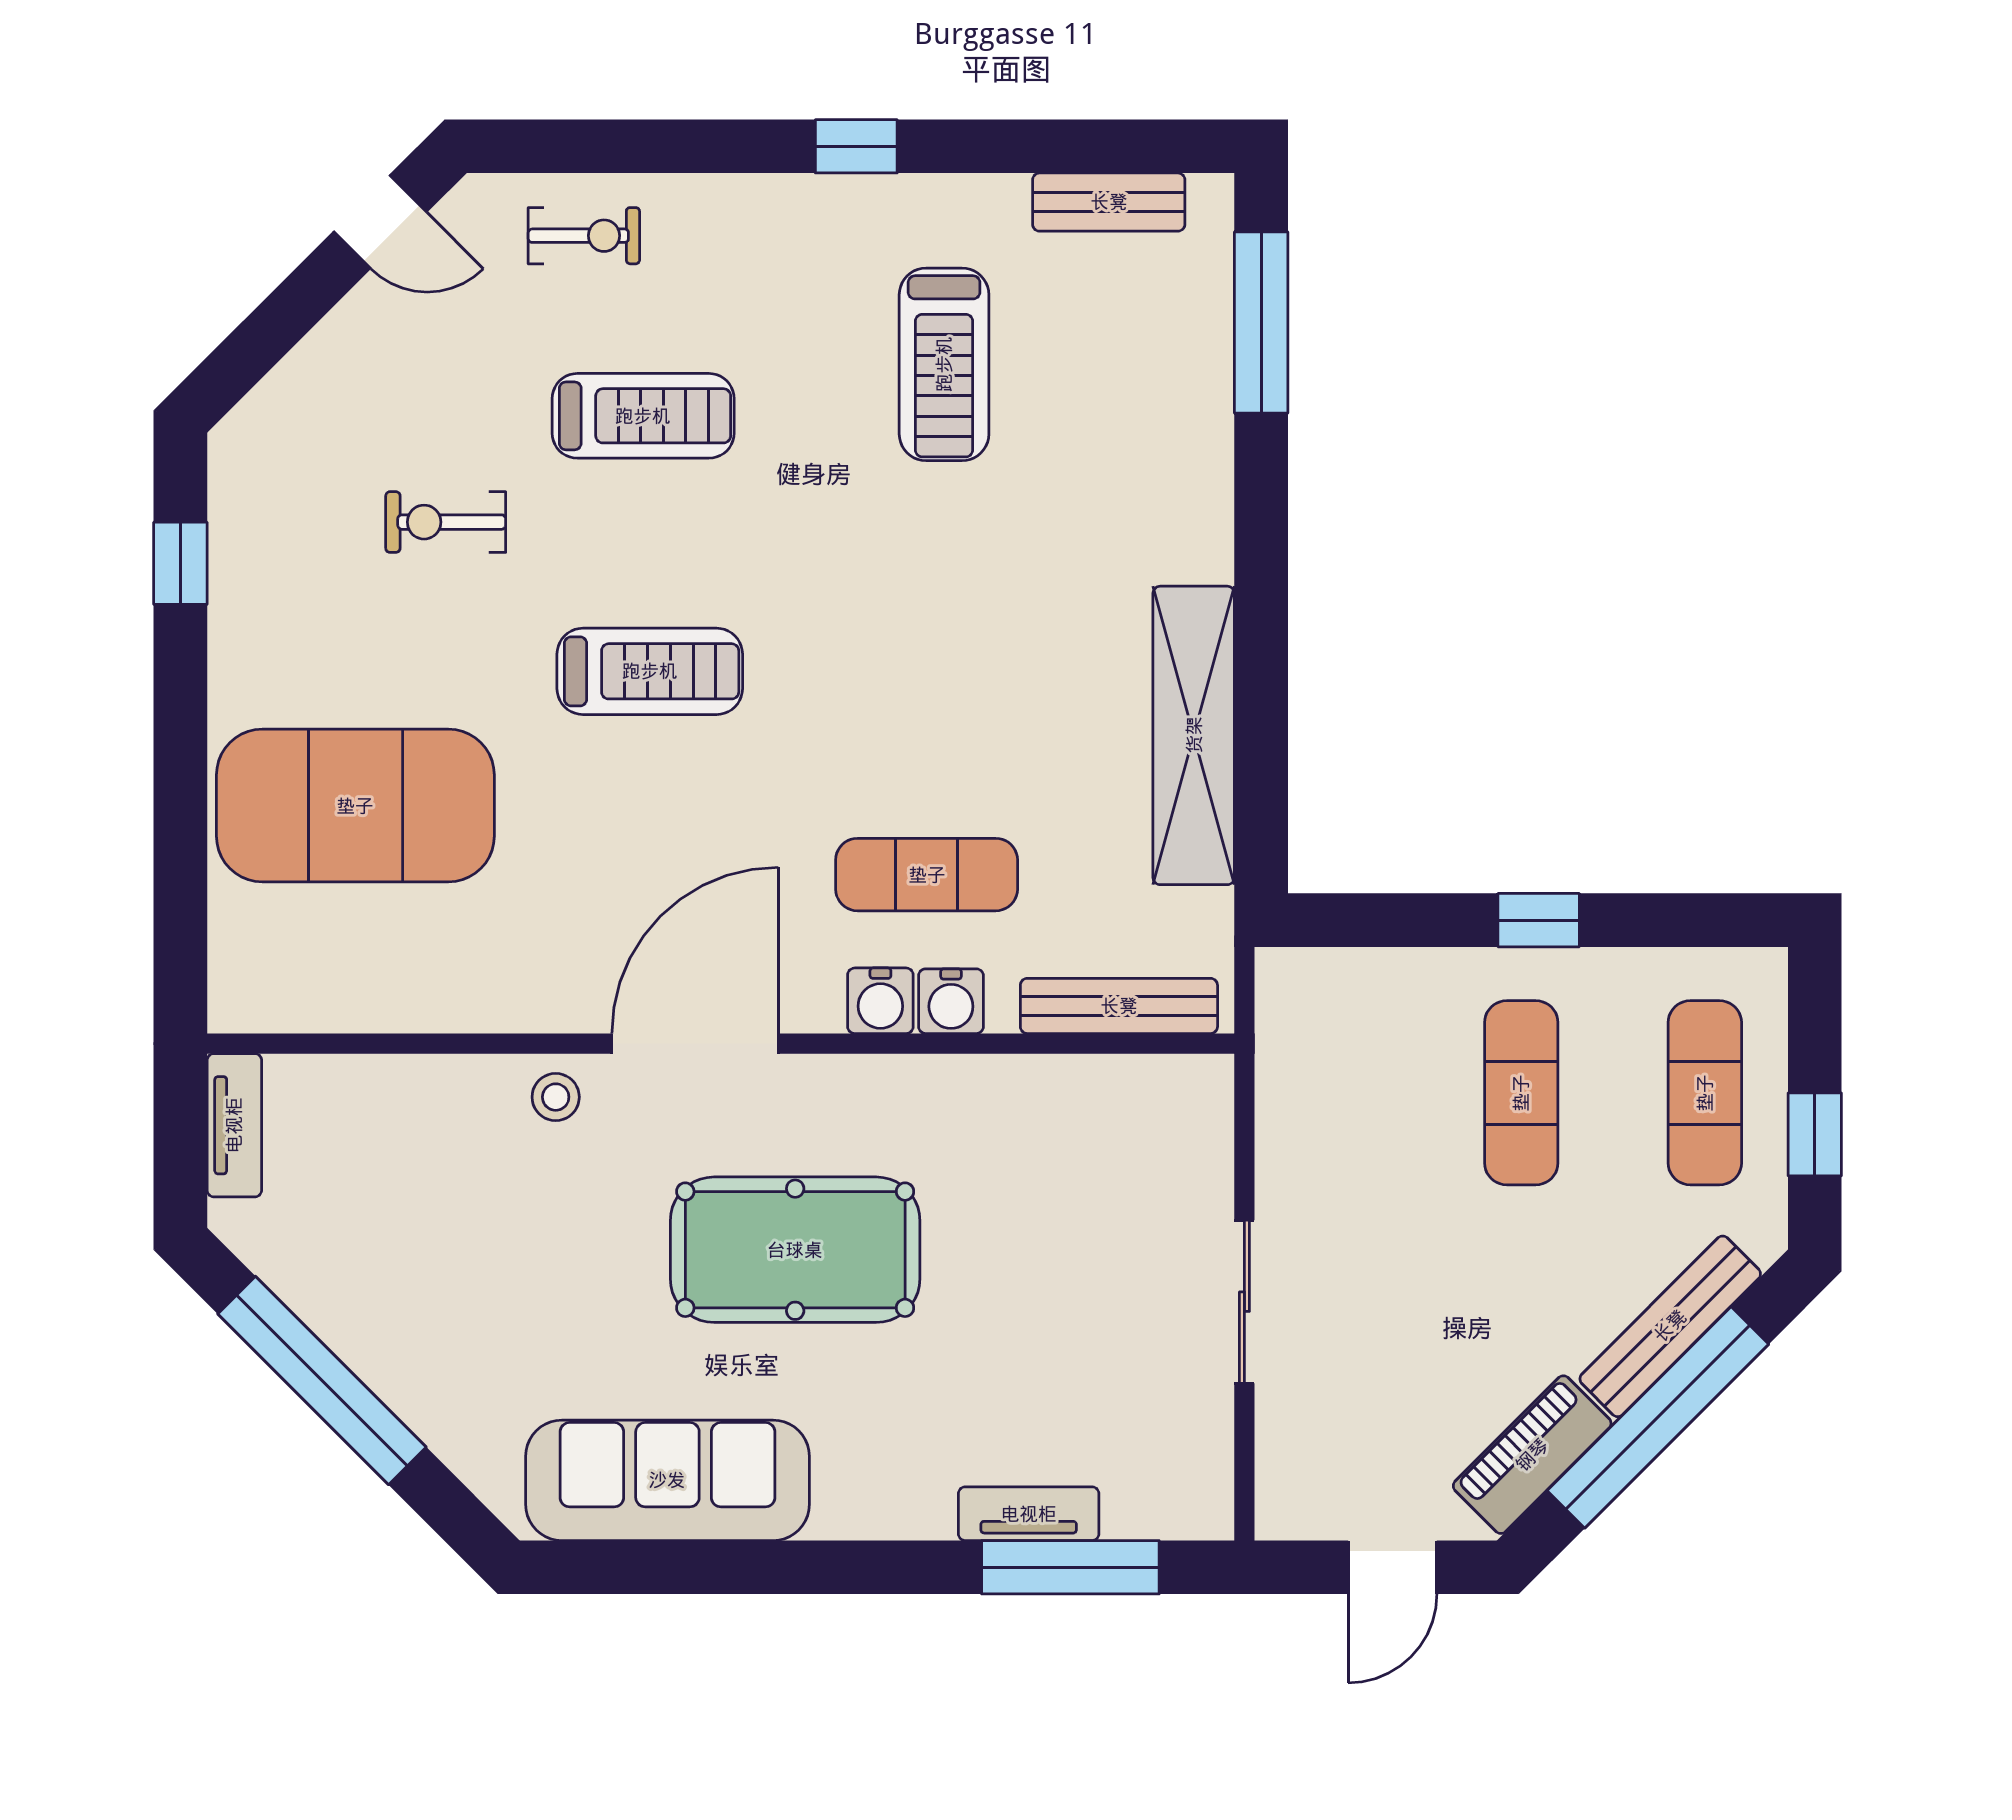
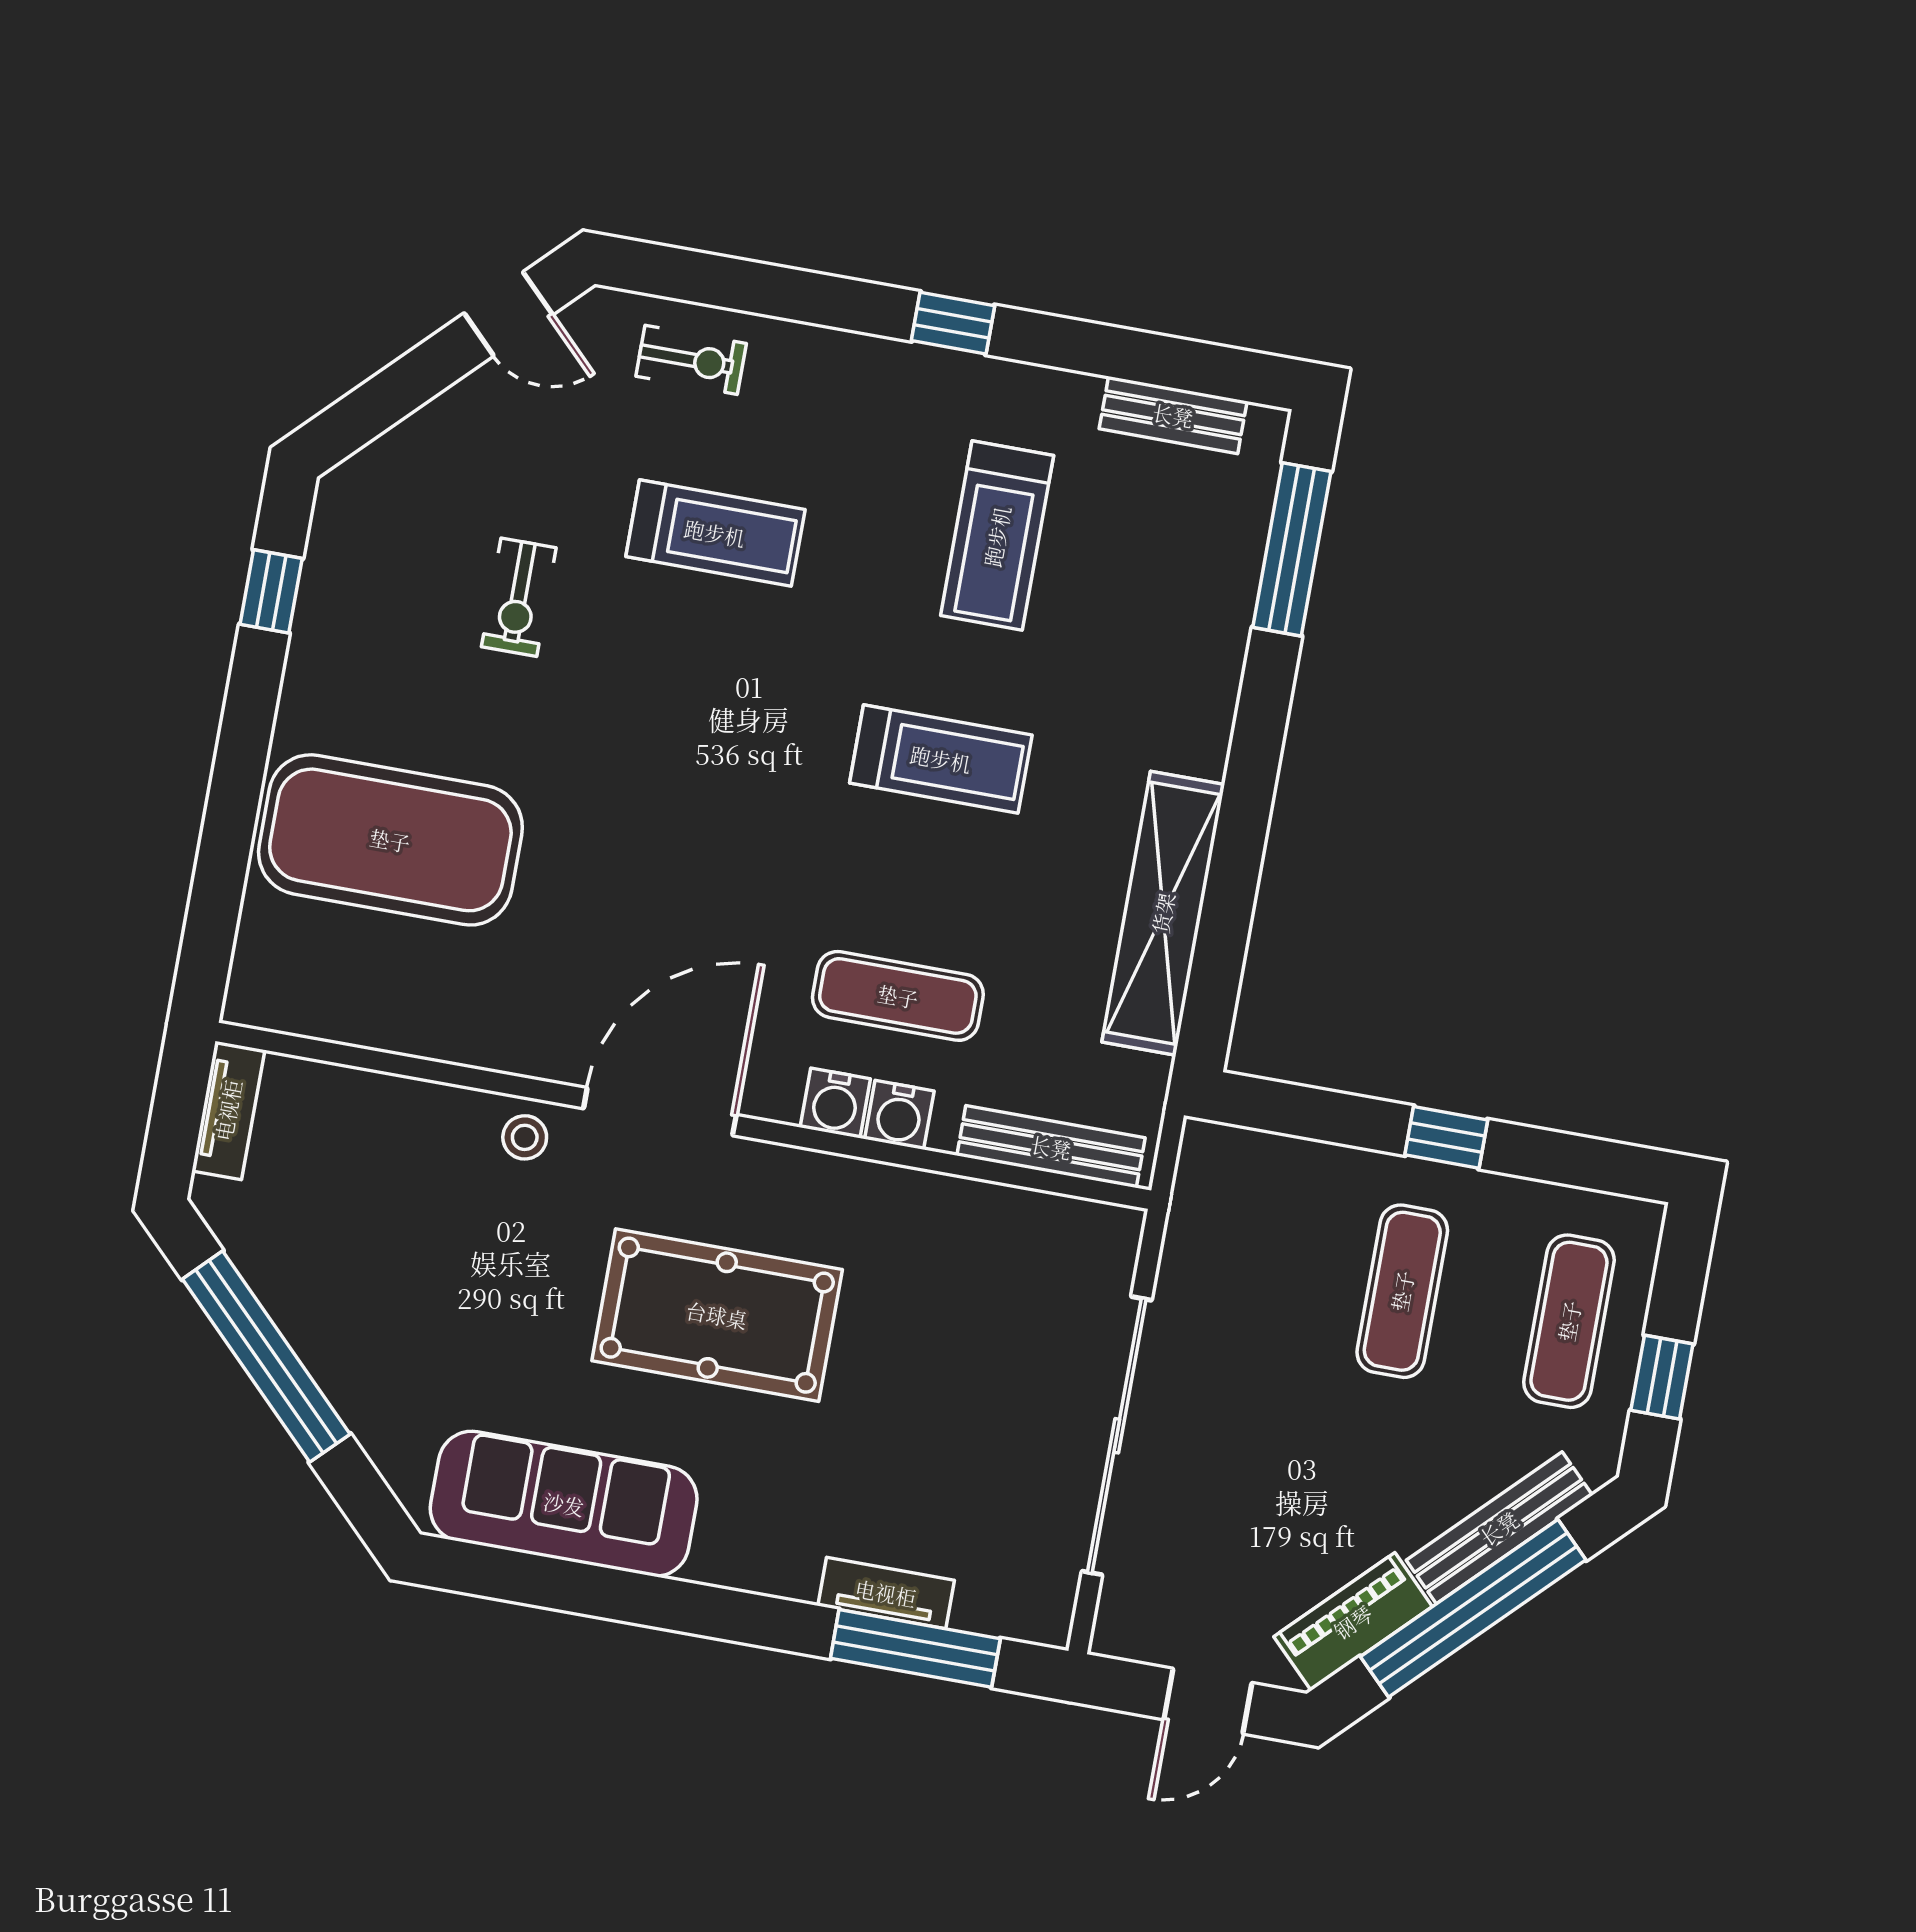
exercise bike: (446, 522) -> (519, 597), turned -90
treadmill: (650, 671) -> (941, 759), moved
sliding door: (1244, 1302) -> (1117, 1436), width x1.86

